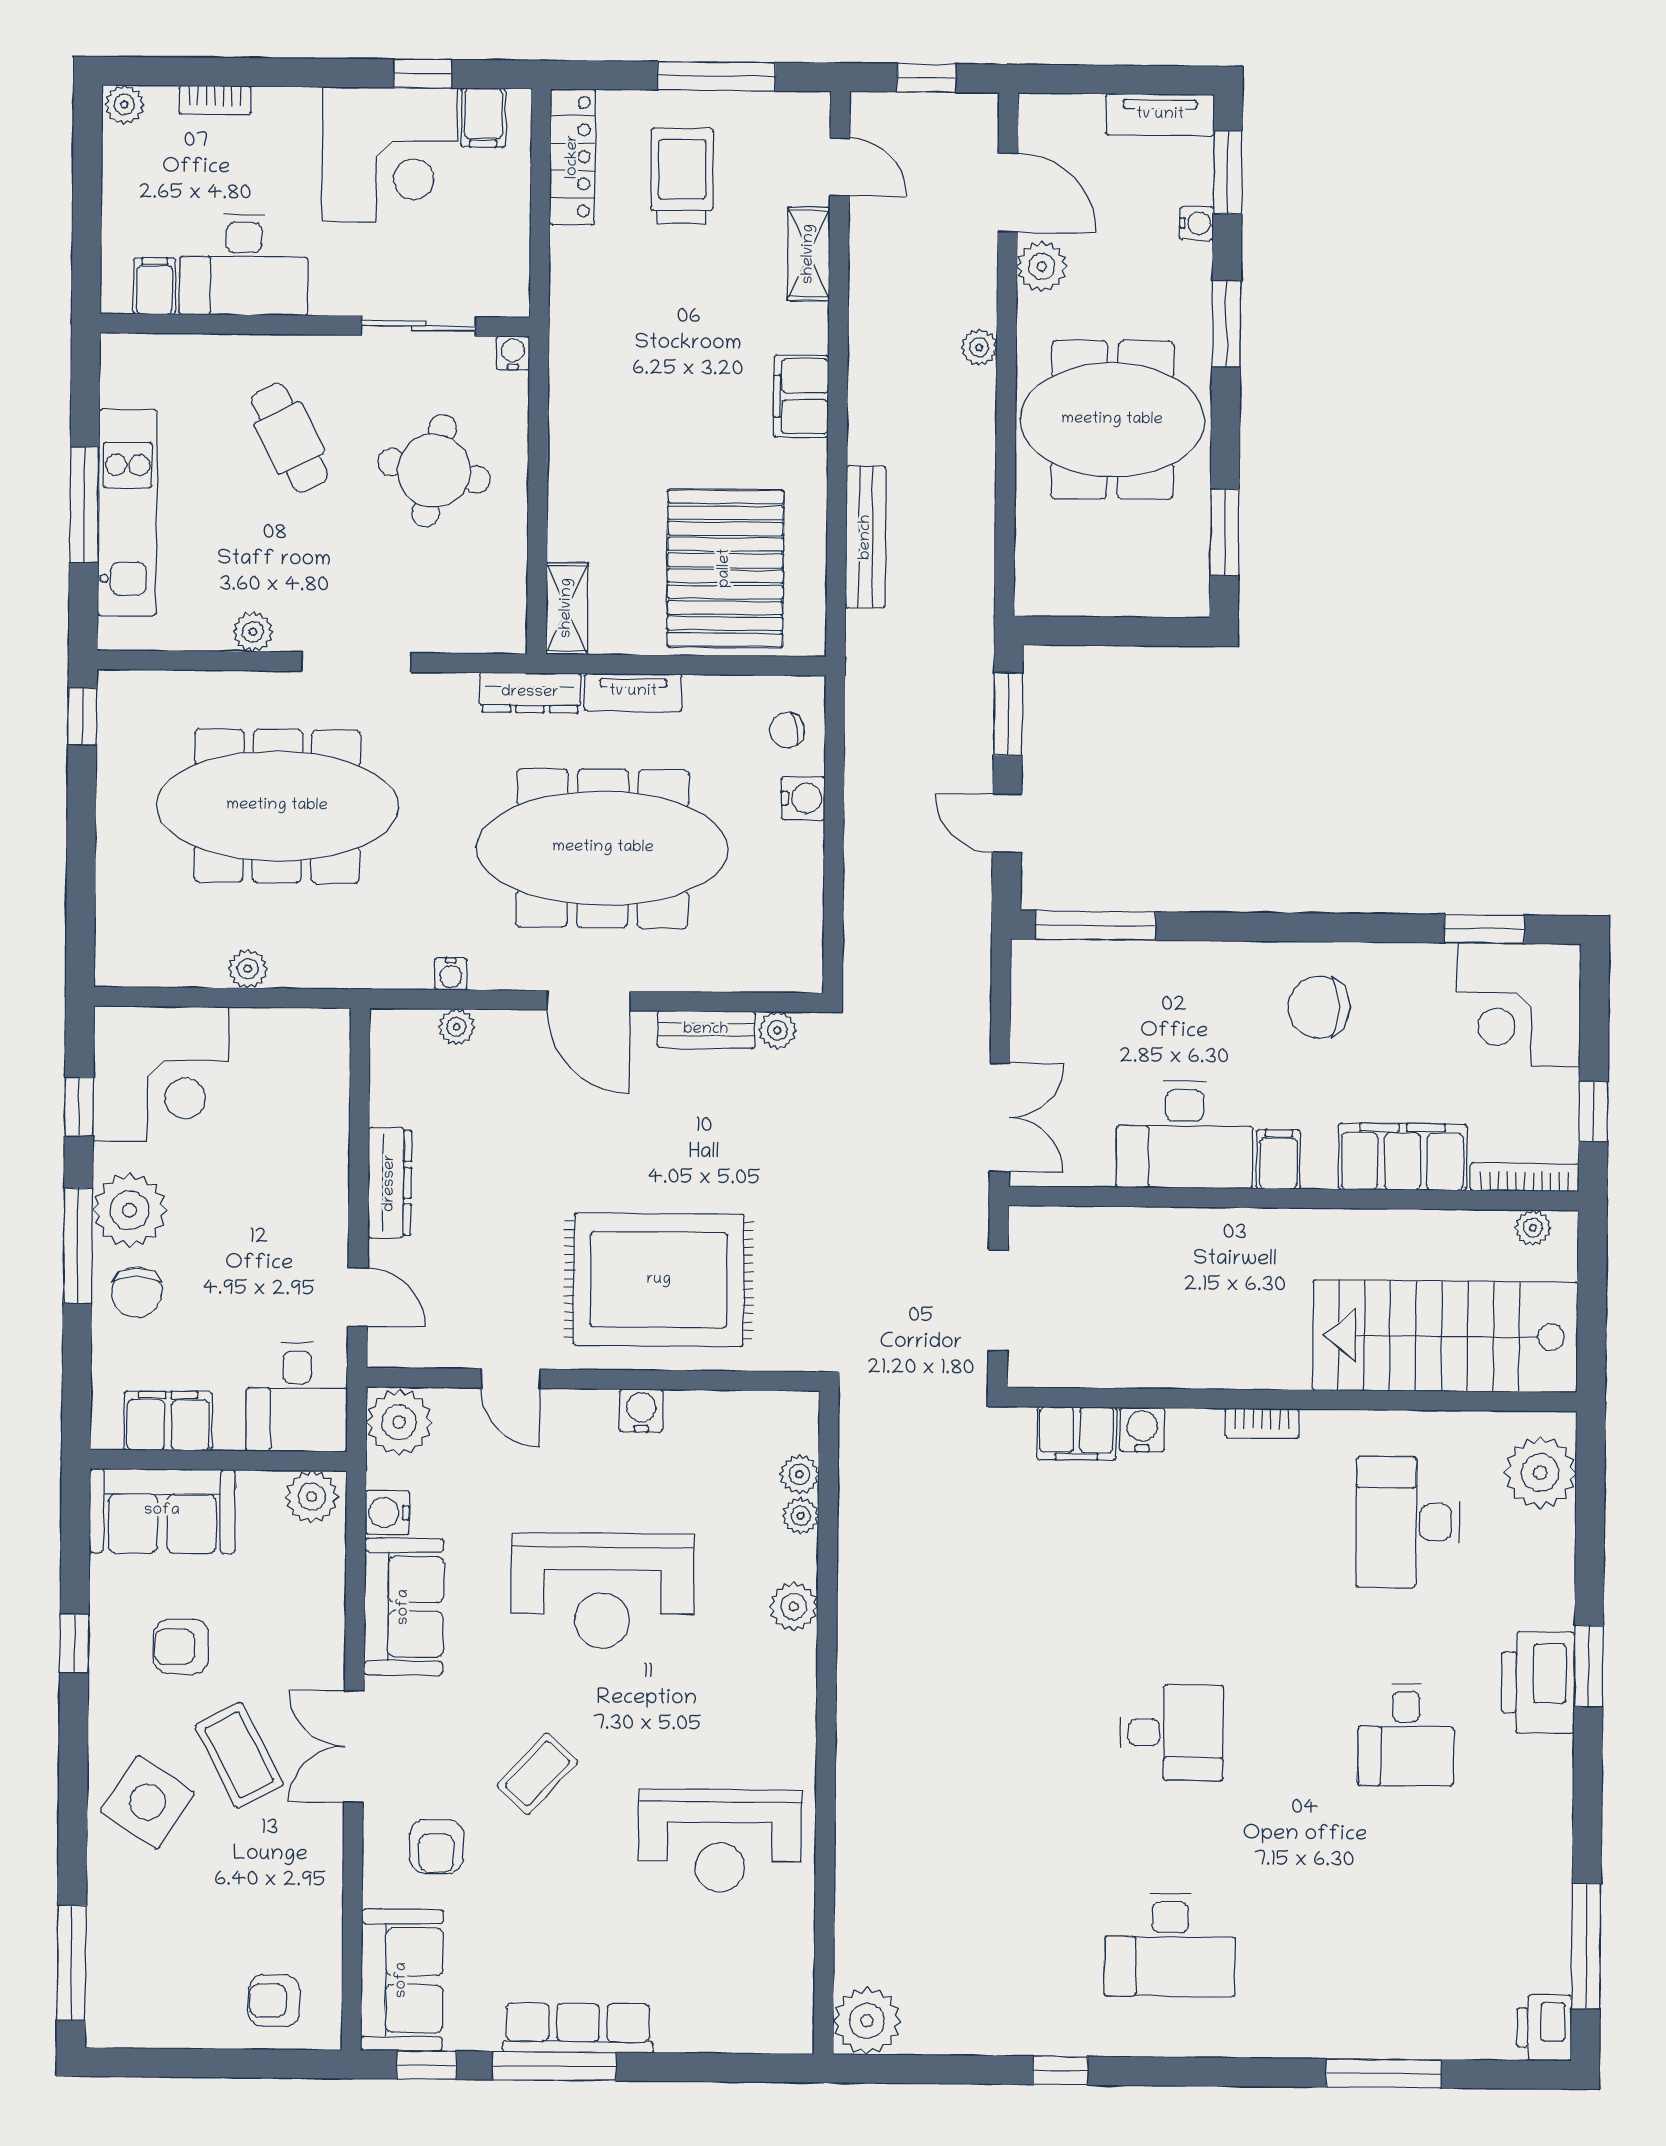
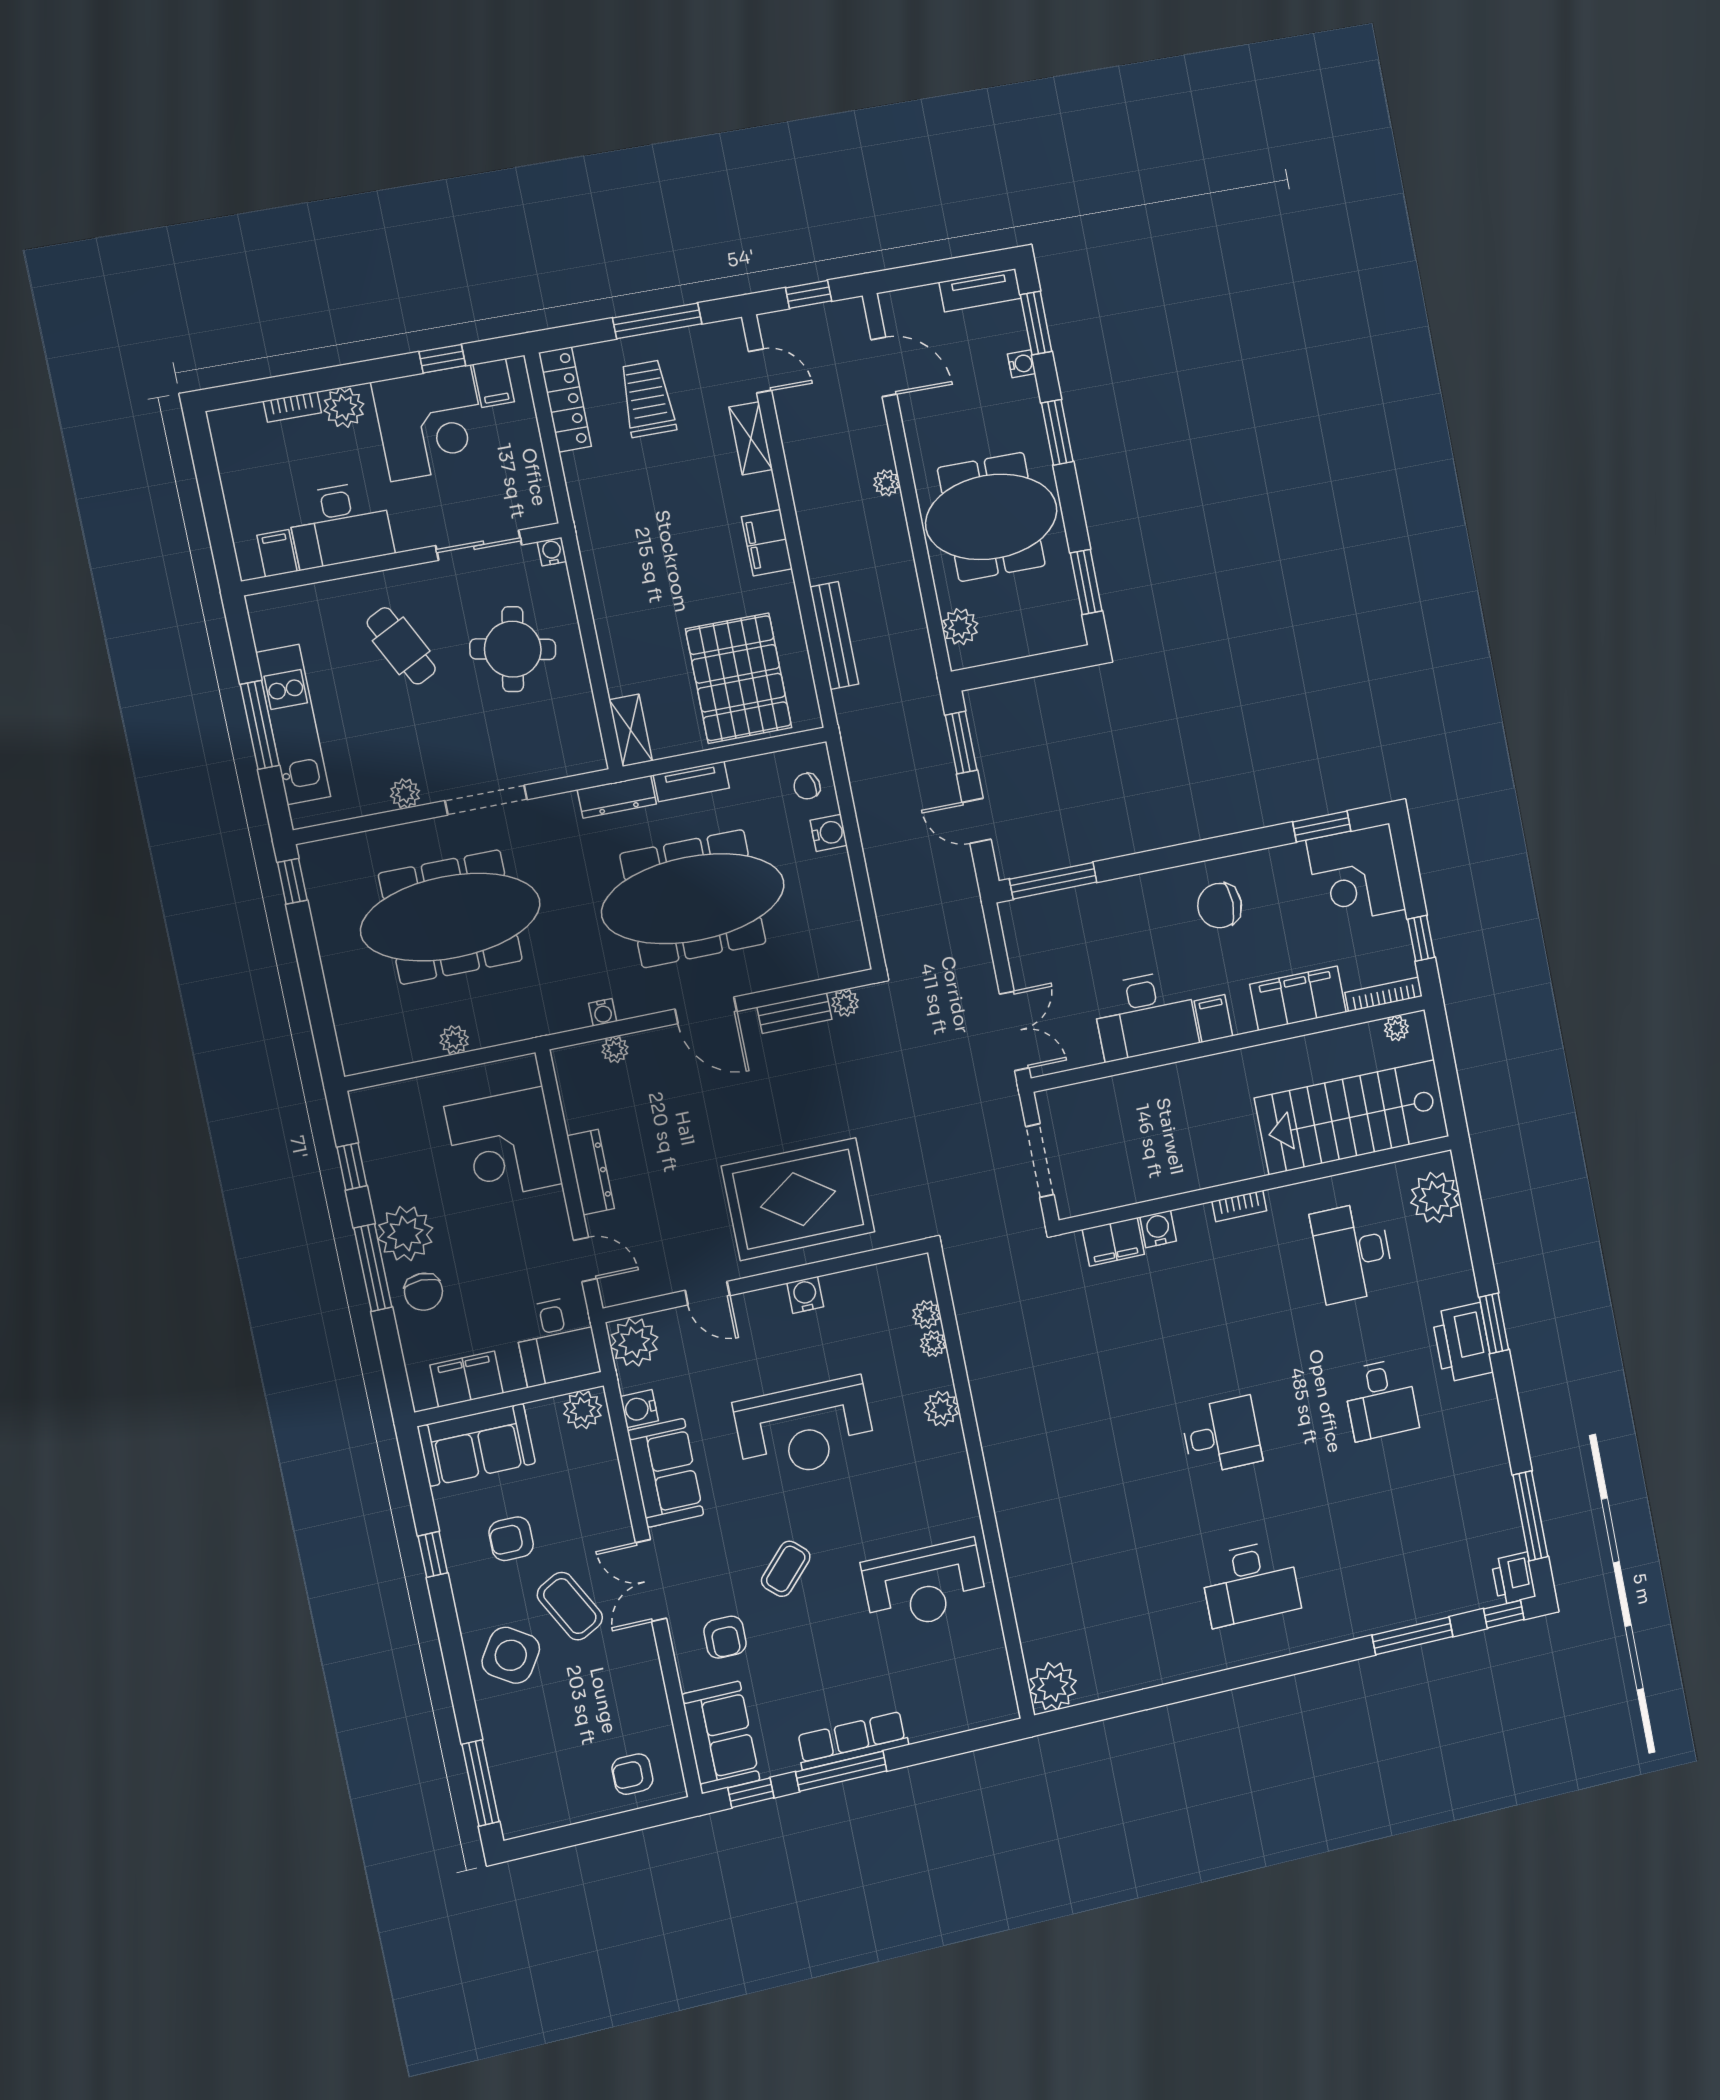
plant: (124, 105) -> (344, 407), moved, width x1.38, depth x1.38
plant: (1042, 266) -> (960, 627), moved
corner desk: (161, 1074) -> (503, 1145), moved, turned 90
window: (1060, 2071) -> (1504, 1614), moved

